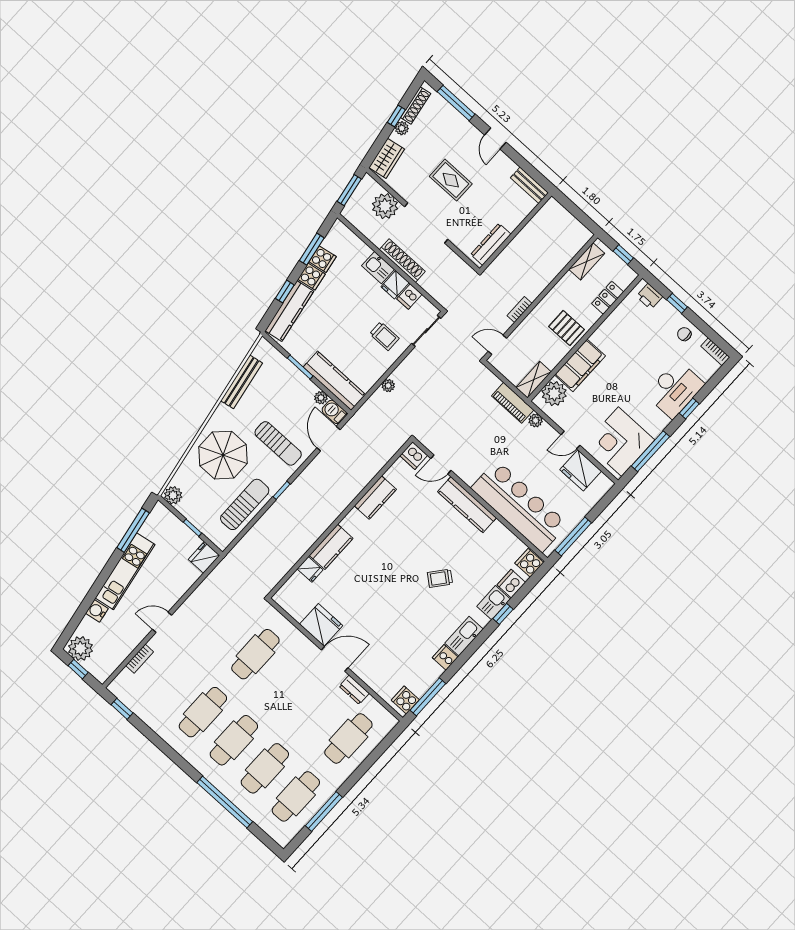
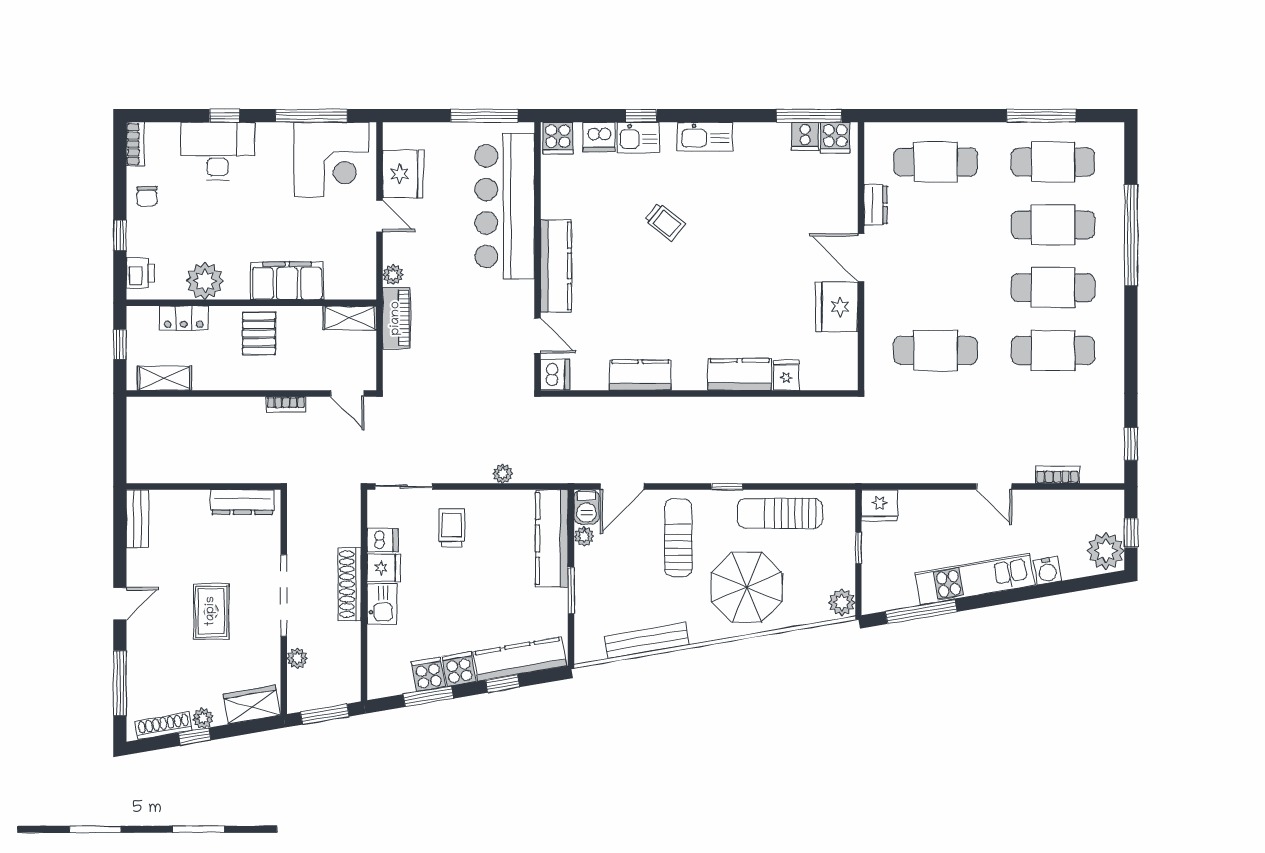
plant: (385, 206) -> (297, 658), width x0.53, depth x0.53
plant: (554, 394) -> (205, 281), moved
cooker: (445, 657) -> (805, 136), moved

